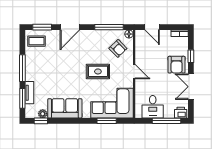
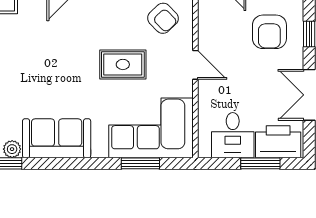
armchair: (177, 65) -> (269, 32), moved
printer: (181, 113) -> (278, 142), width x1.87, depth x1.48
window: (167, 121) -> (260, 163), width x0.69

